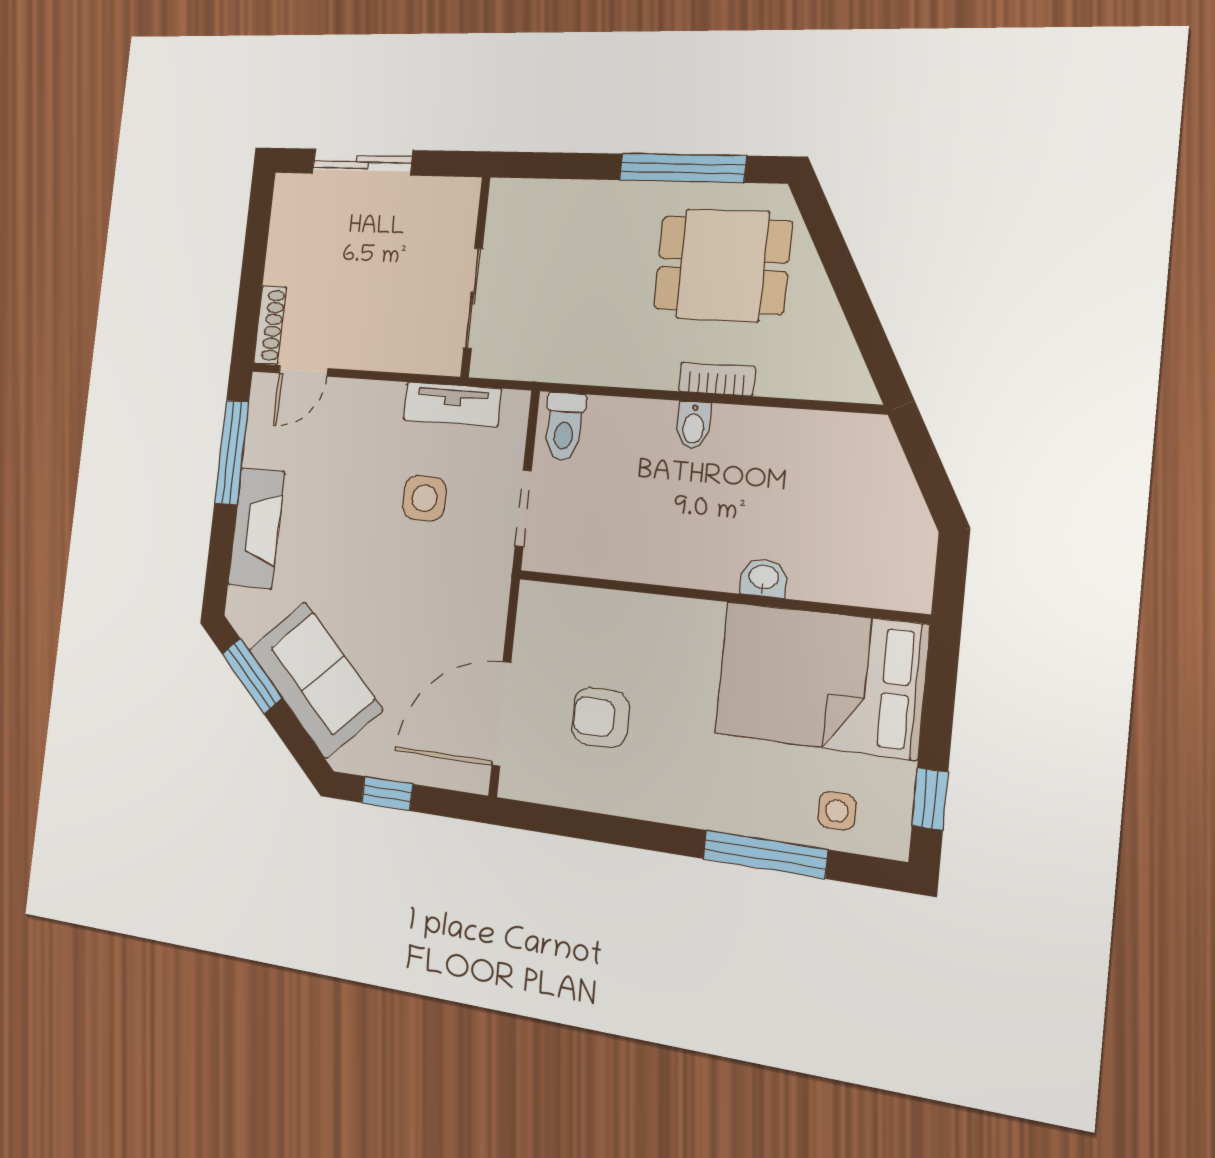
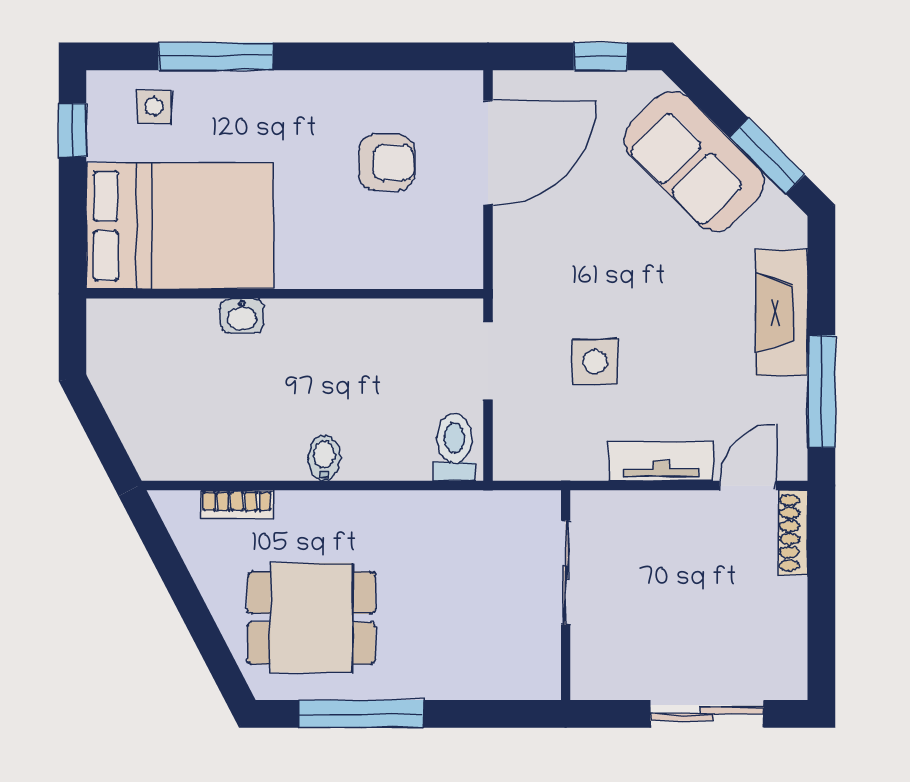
bookcase: (717, 379) -> (237, 505), moved
tv unit: (452, 404) -> (661, 461), moved

